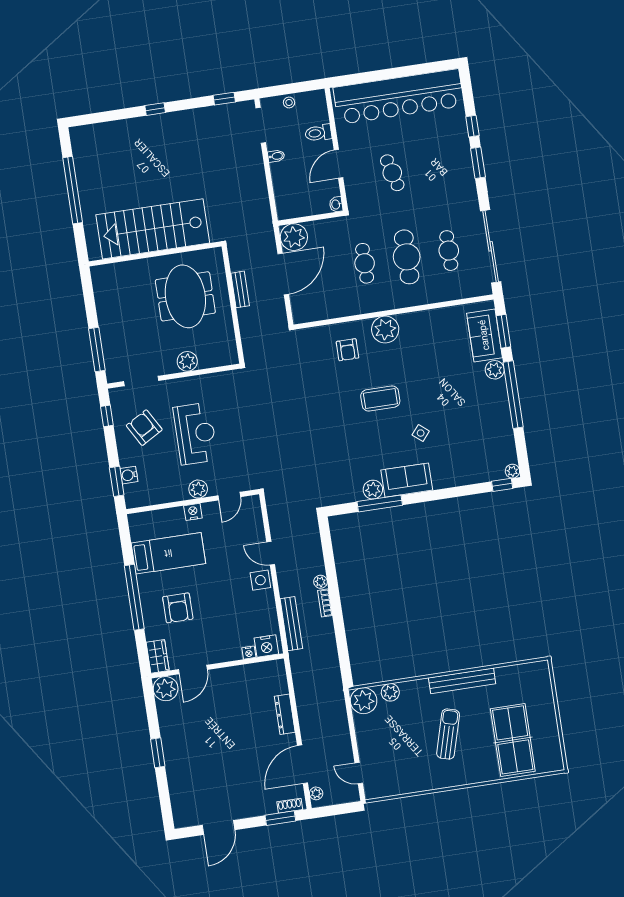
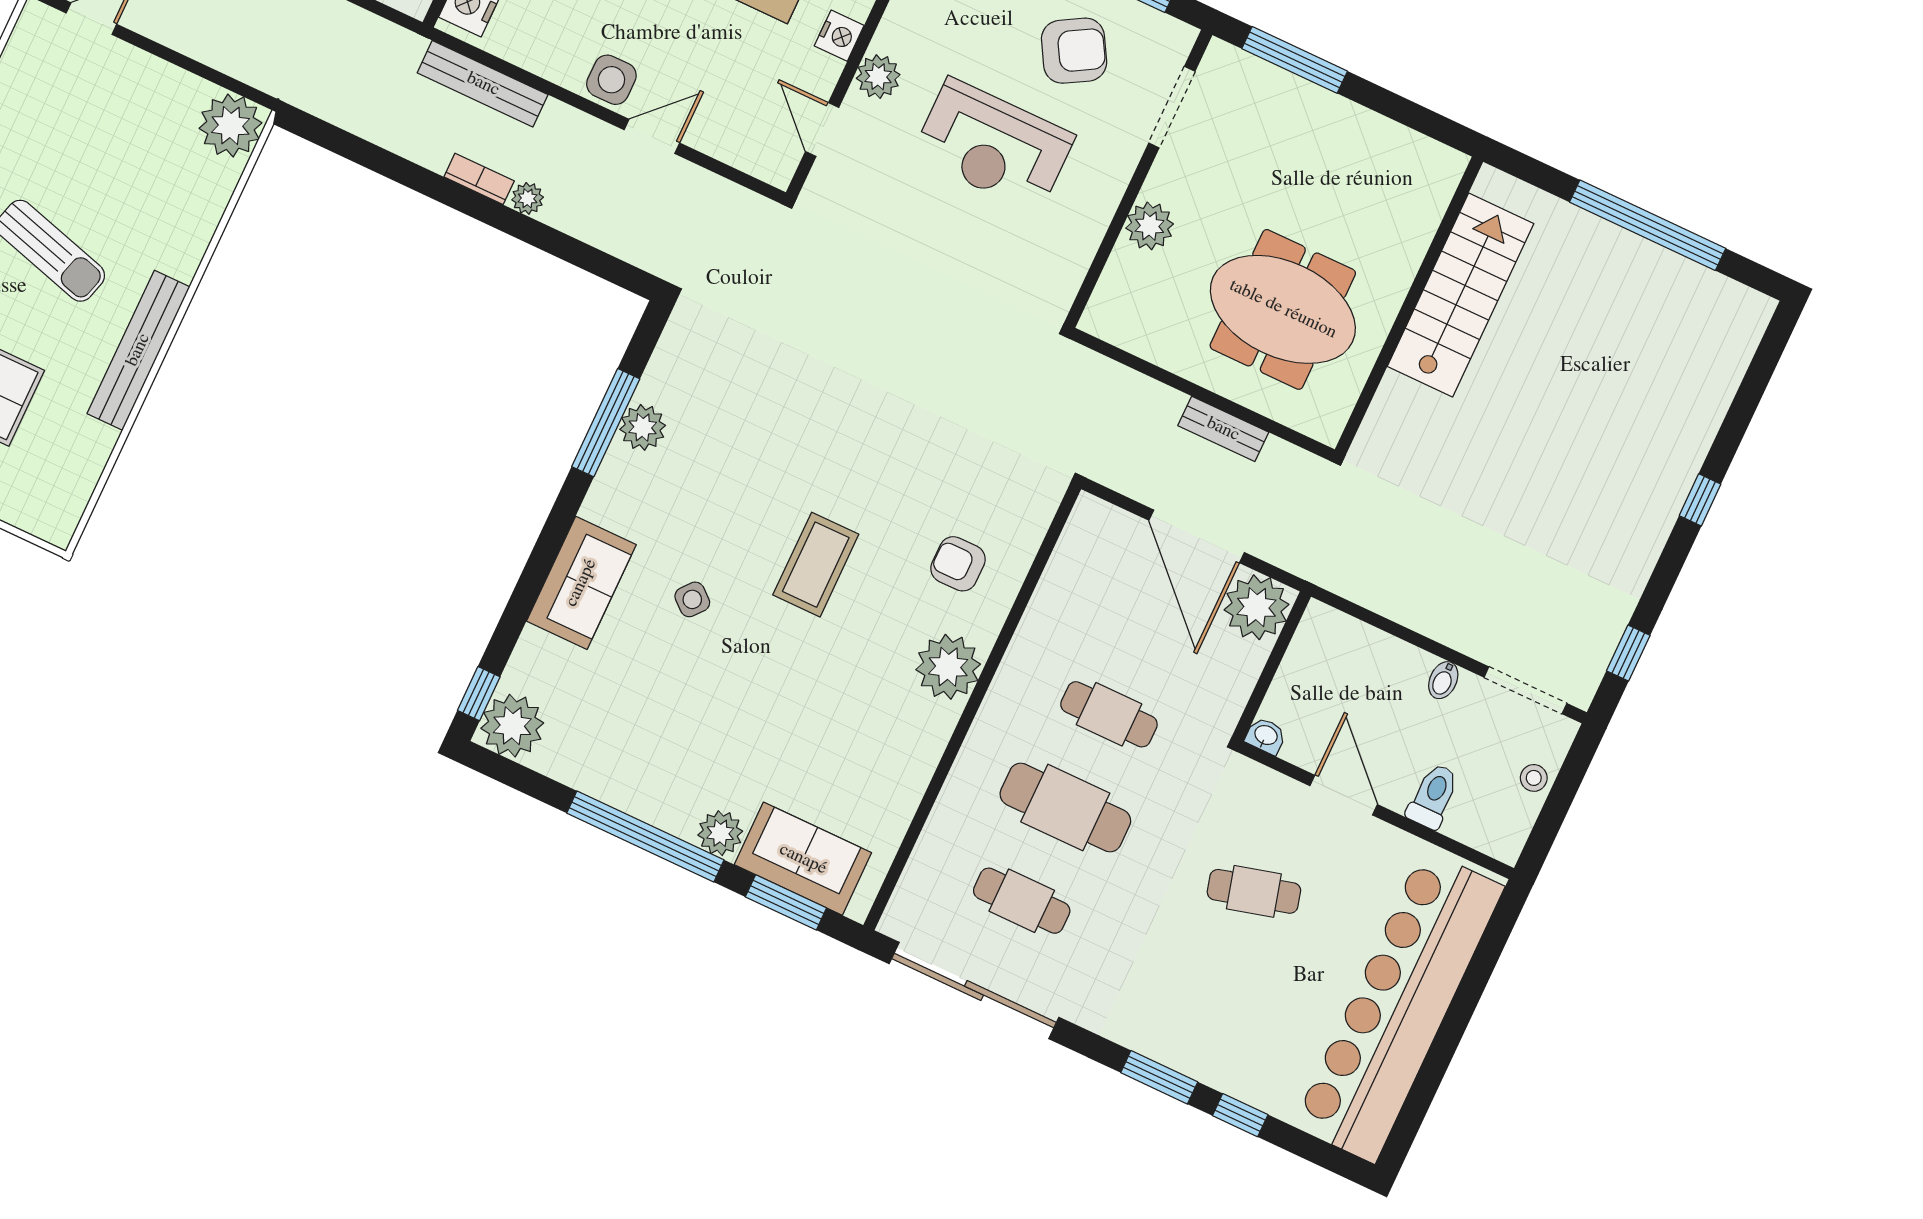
stairs: (153, 229) -> (1461, 295), width x0.73, depth x0.66
plant: (512, 471) -> (512, 726), width x1.87, depth x1.87
sofa: (407, 480) -> (581, 583), moved
plant: (390, 692) -> (211, 190), removed

